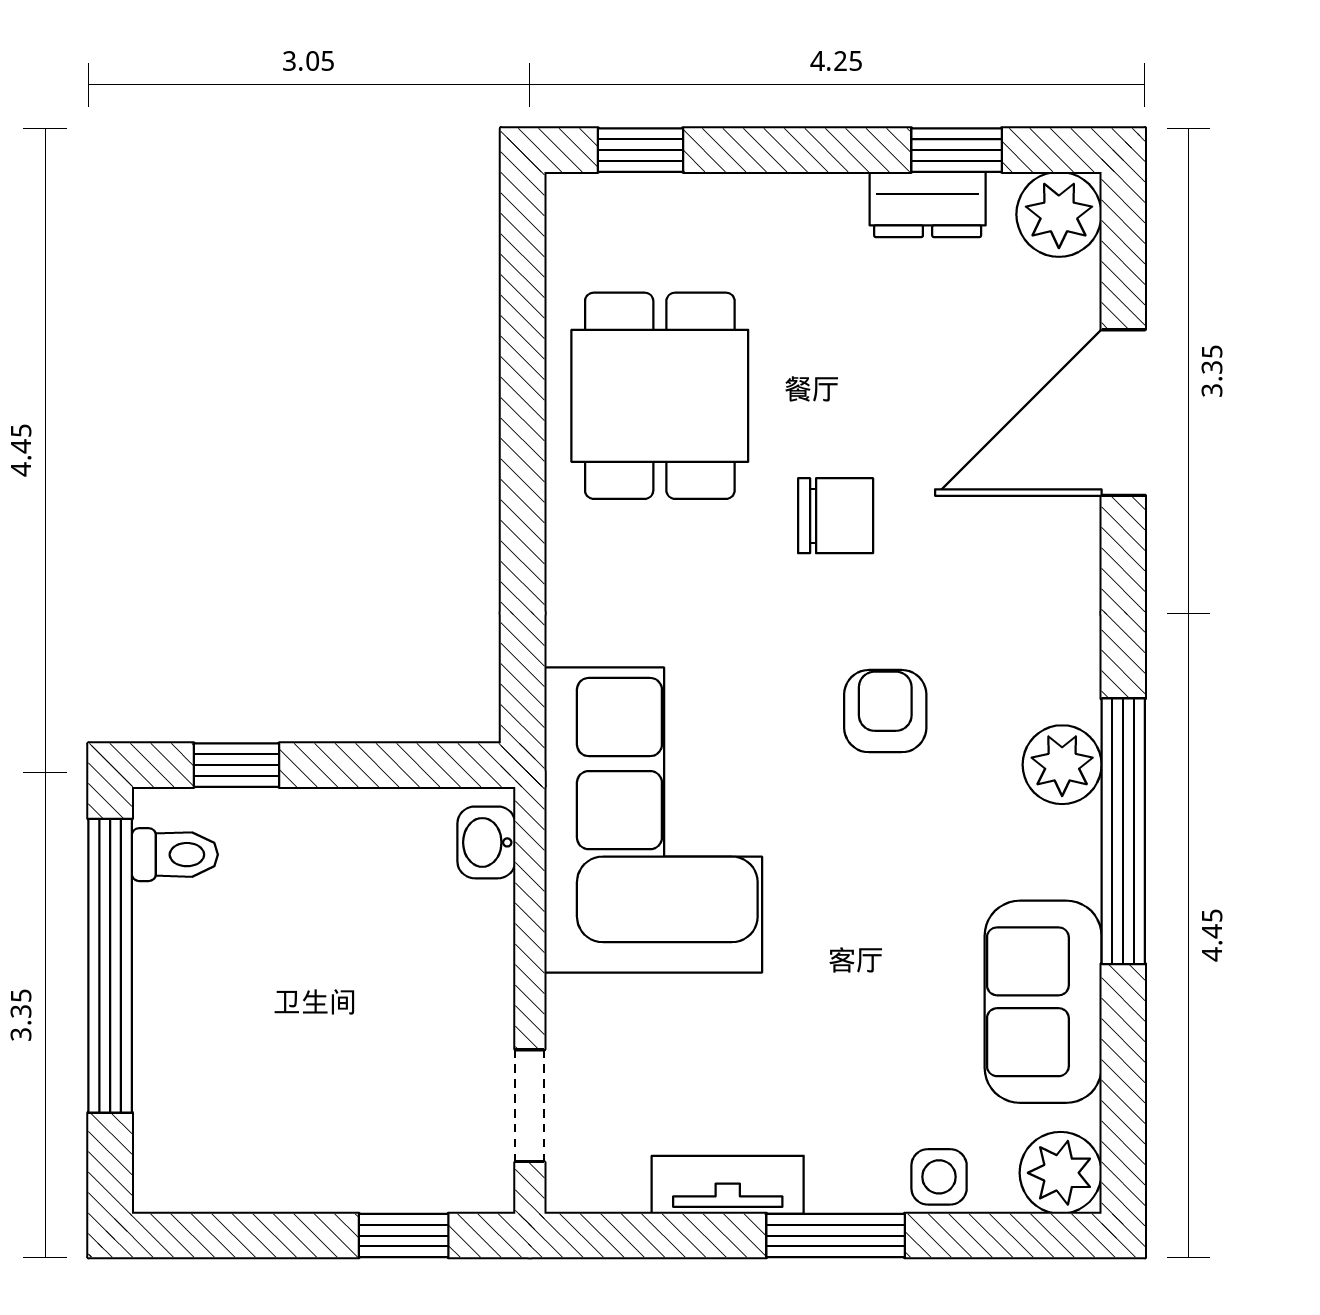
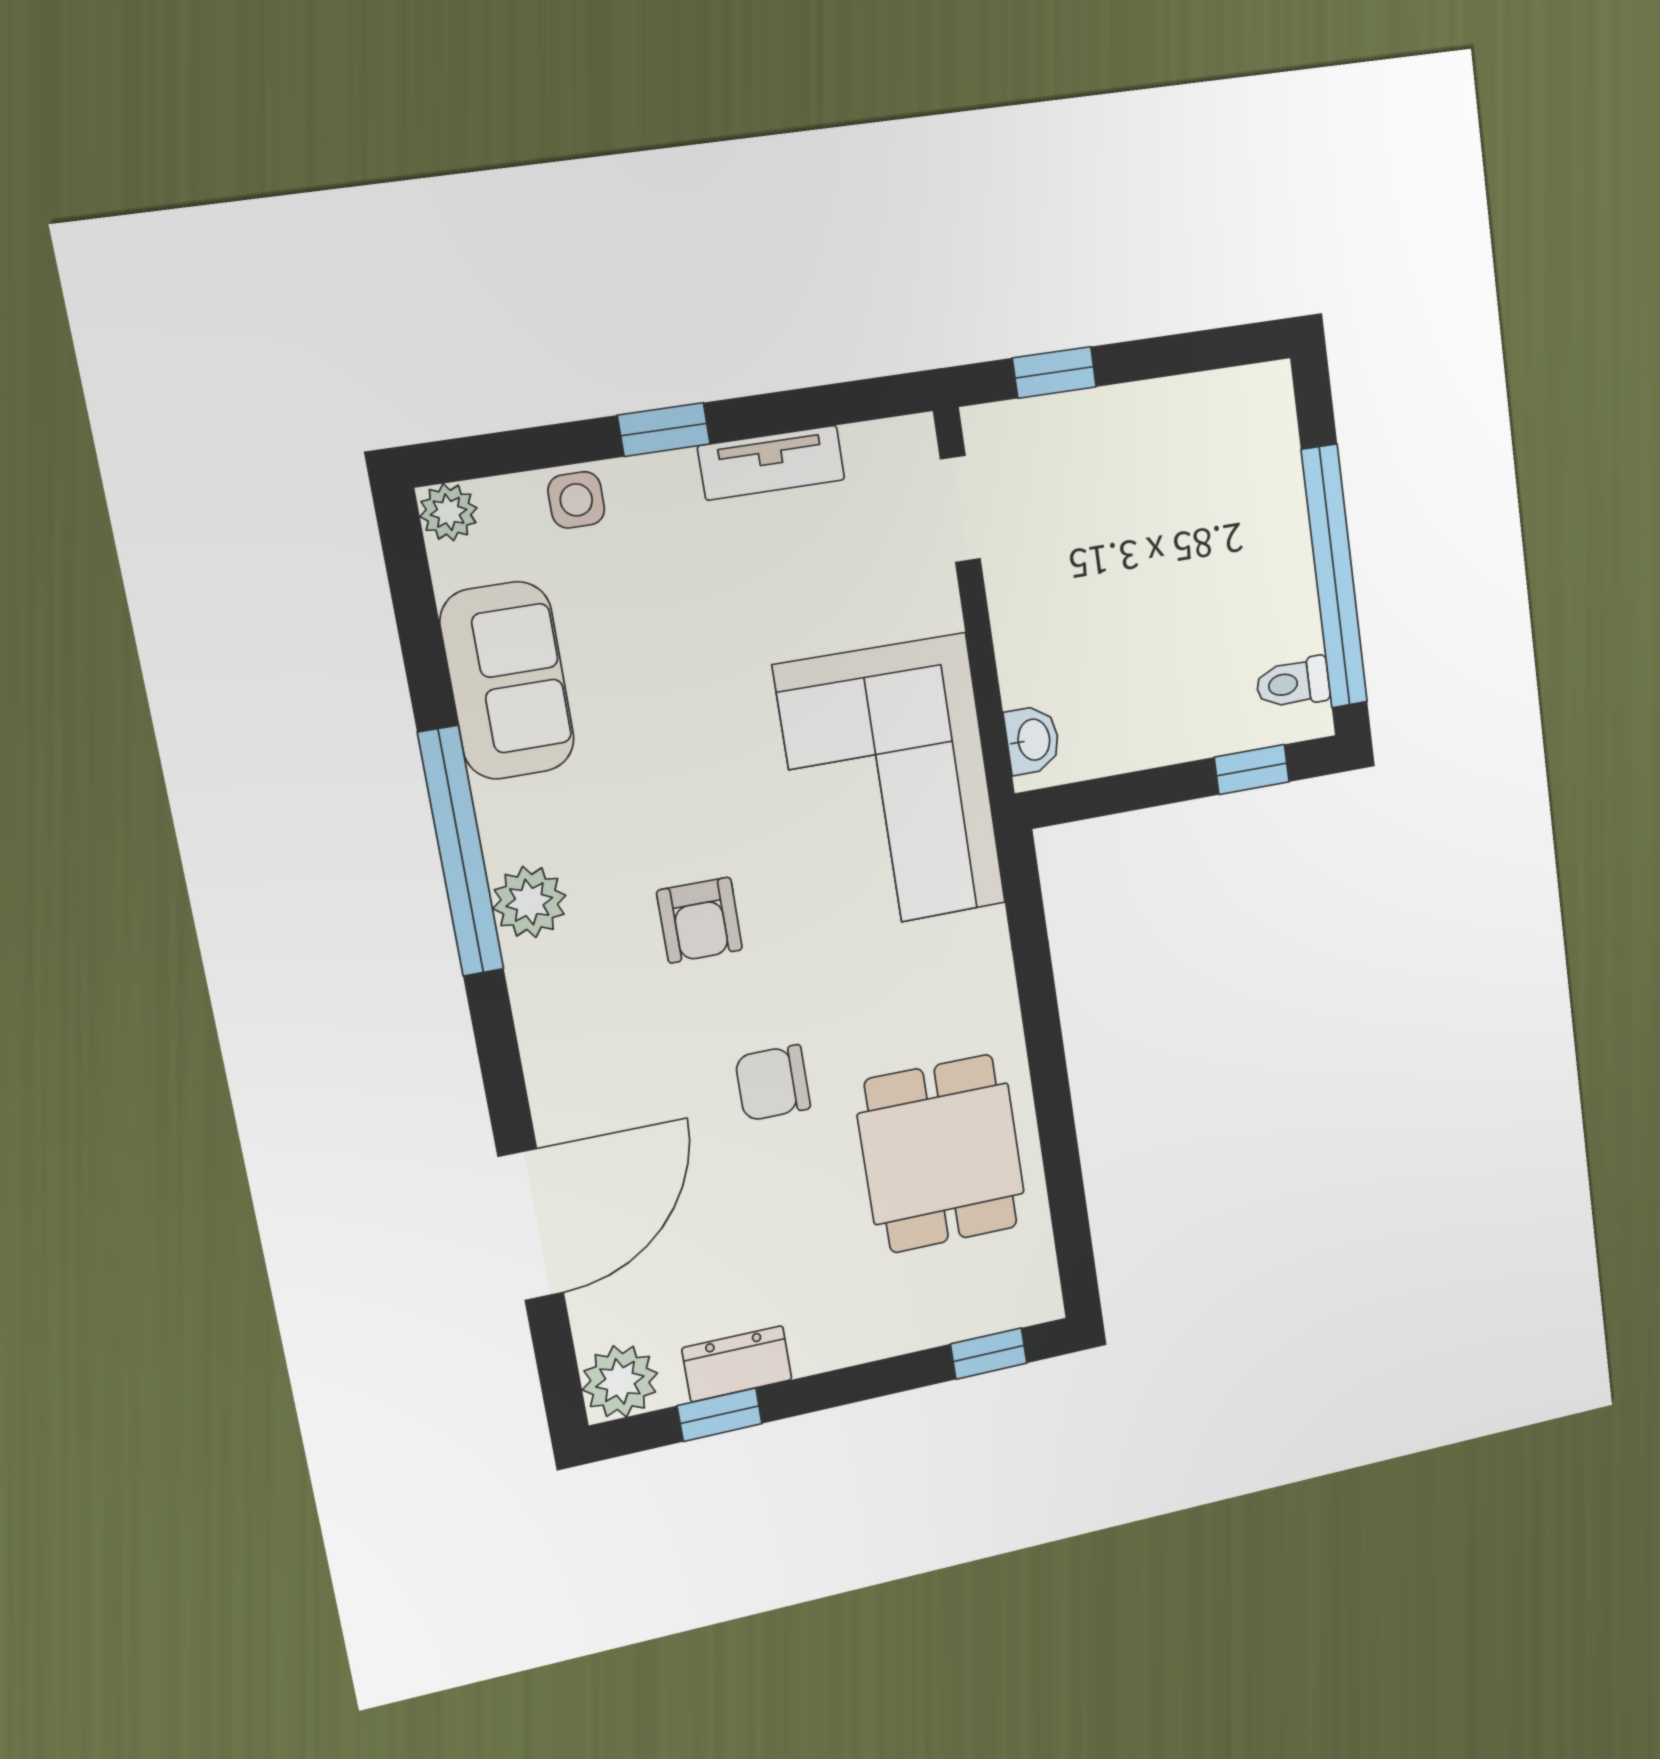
plant: (1061, 1173) -> (448, 512), width x0.73, depth x0.73
window: (836, 1236) -> (664, 430), width x0.67

